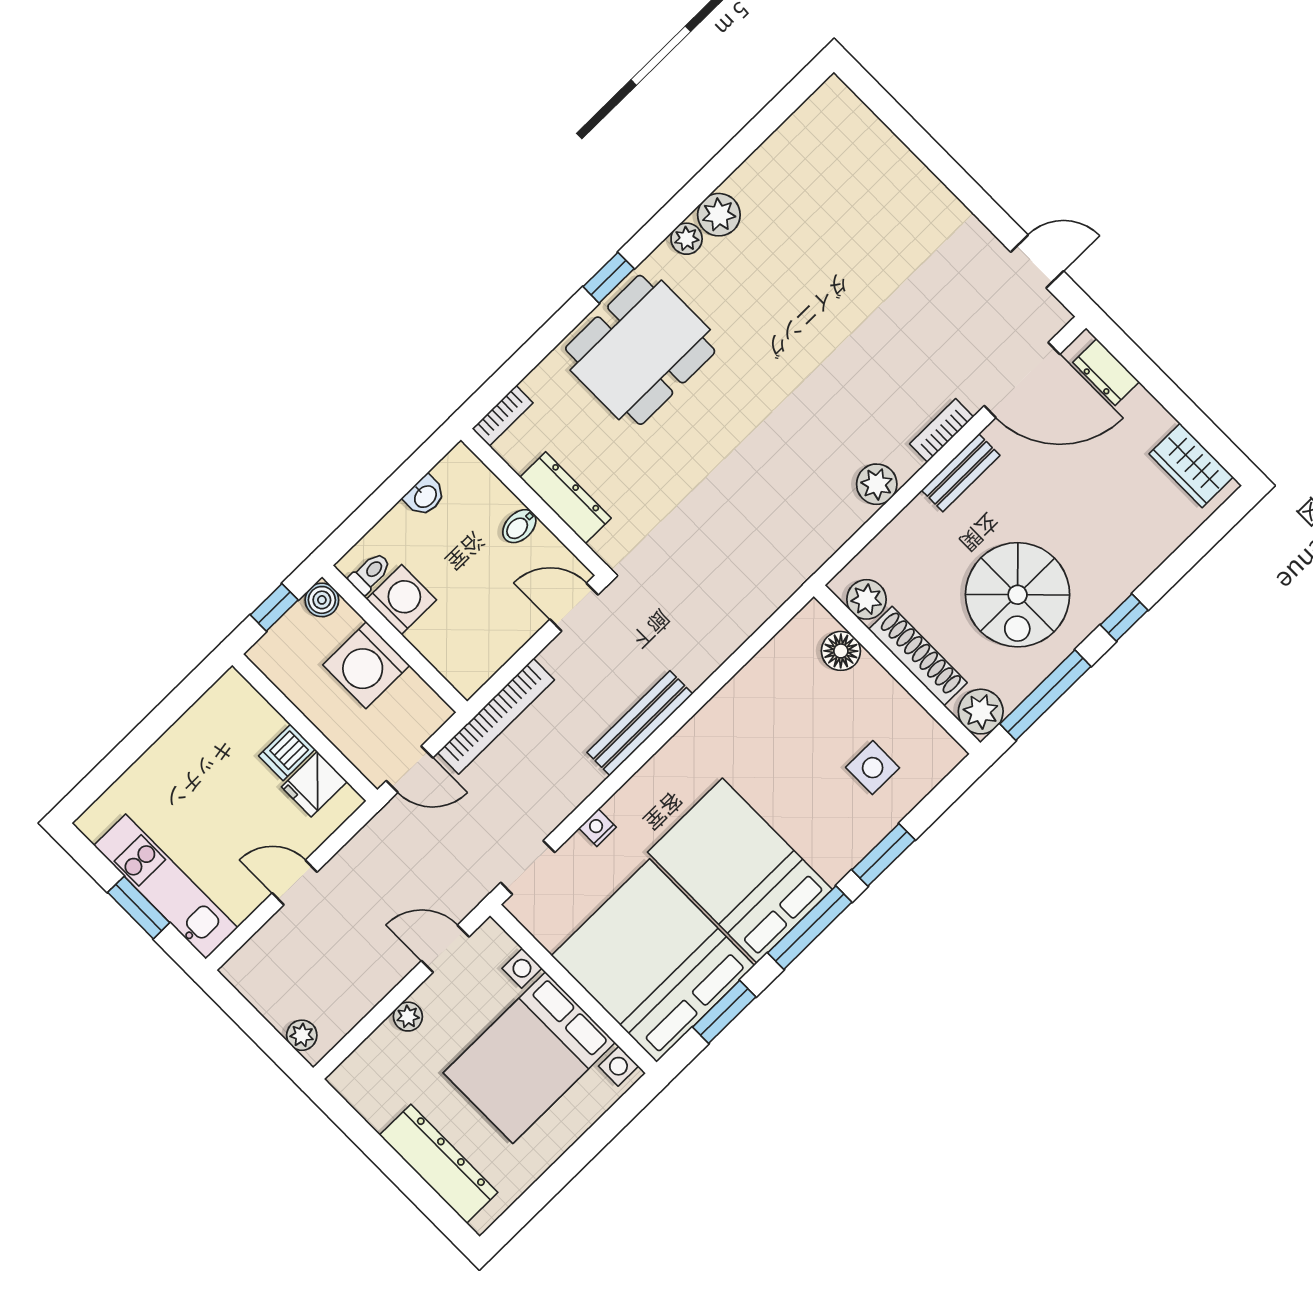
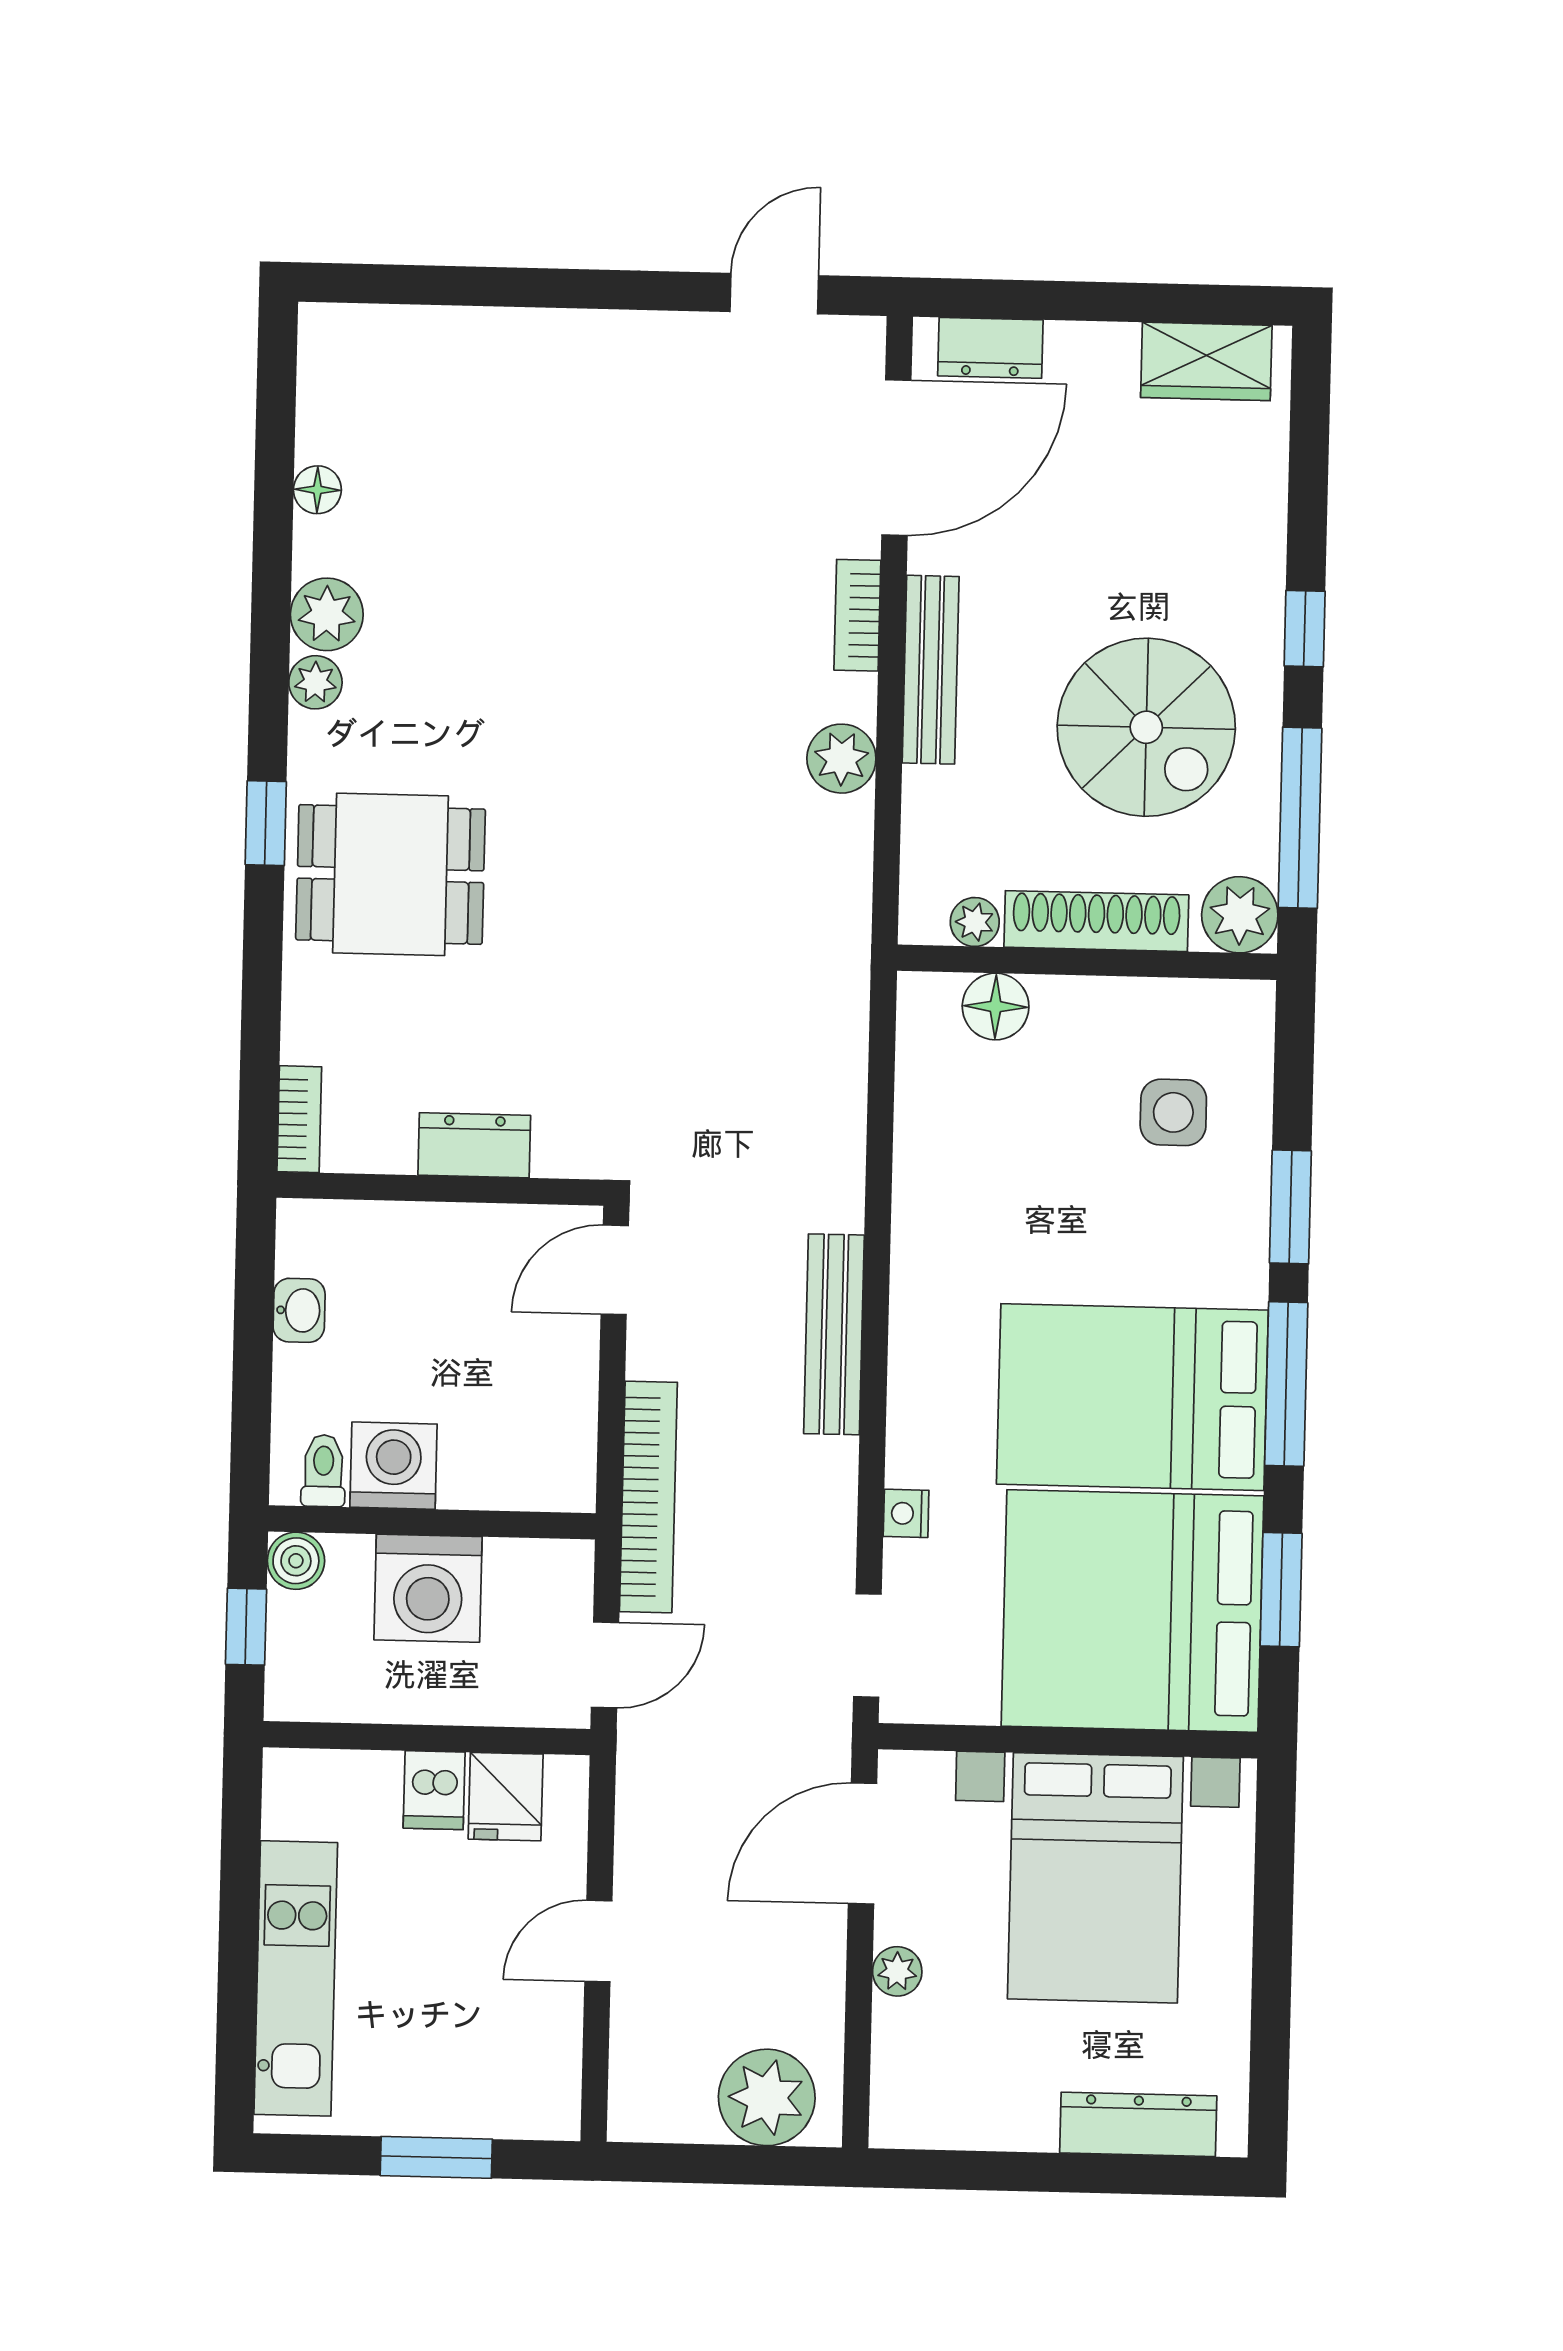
floor lamp: (766, 159) -> (317, 490), added
dining table: (640, 350) -> (391, 874), width x0.73
bench: (961, 473) -> (931, 670), width x1.36
dresser: (565, 498) -> (474, 1145), width x0.70
bidet: (519, 526) -> (451, 1235), removed
plant: (866, 599) -> (975, 922), width x0.73, depth x0.73
kitchen unit: (166, 887) -> (296, 1978), moved, turned 90
door: (445, 949) -> (863, 1843), width x1.38
plant: (302, 1035) -> (767, 2097), width x1.88, depth x1.88
dresser: (439, 1164) -> (1138, 2124), width x0.73, depth x0.80

